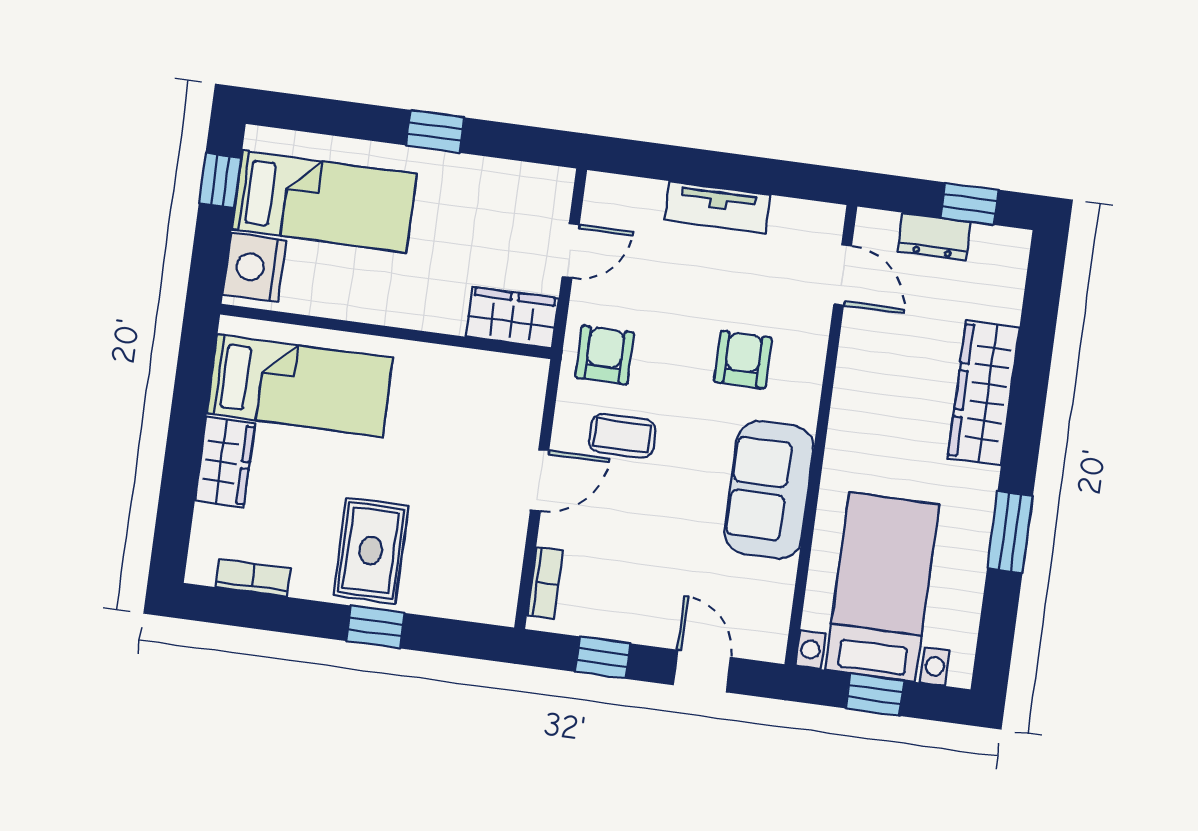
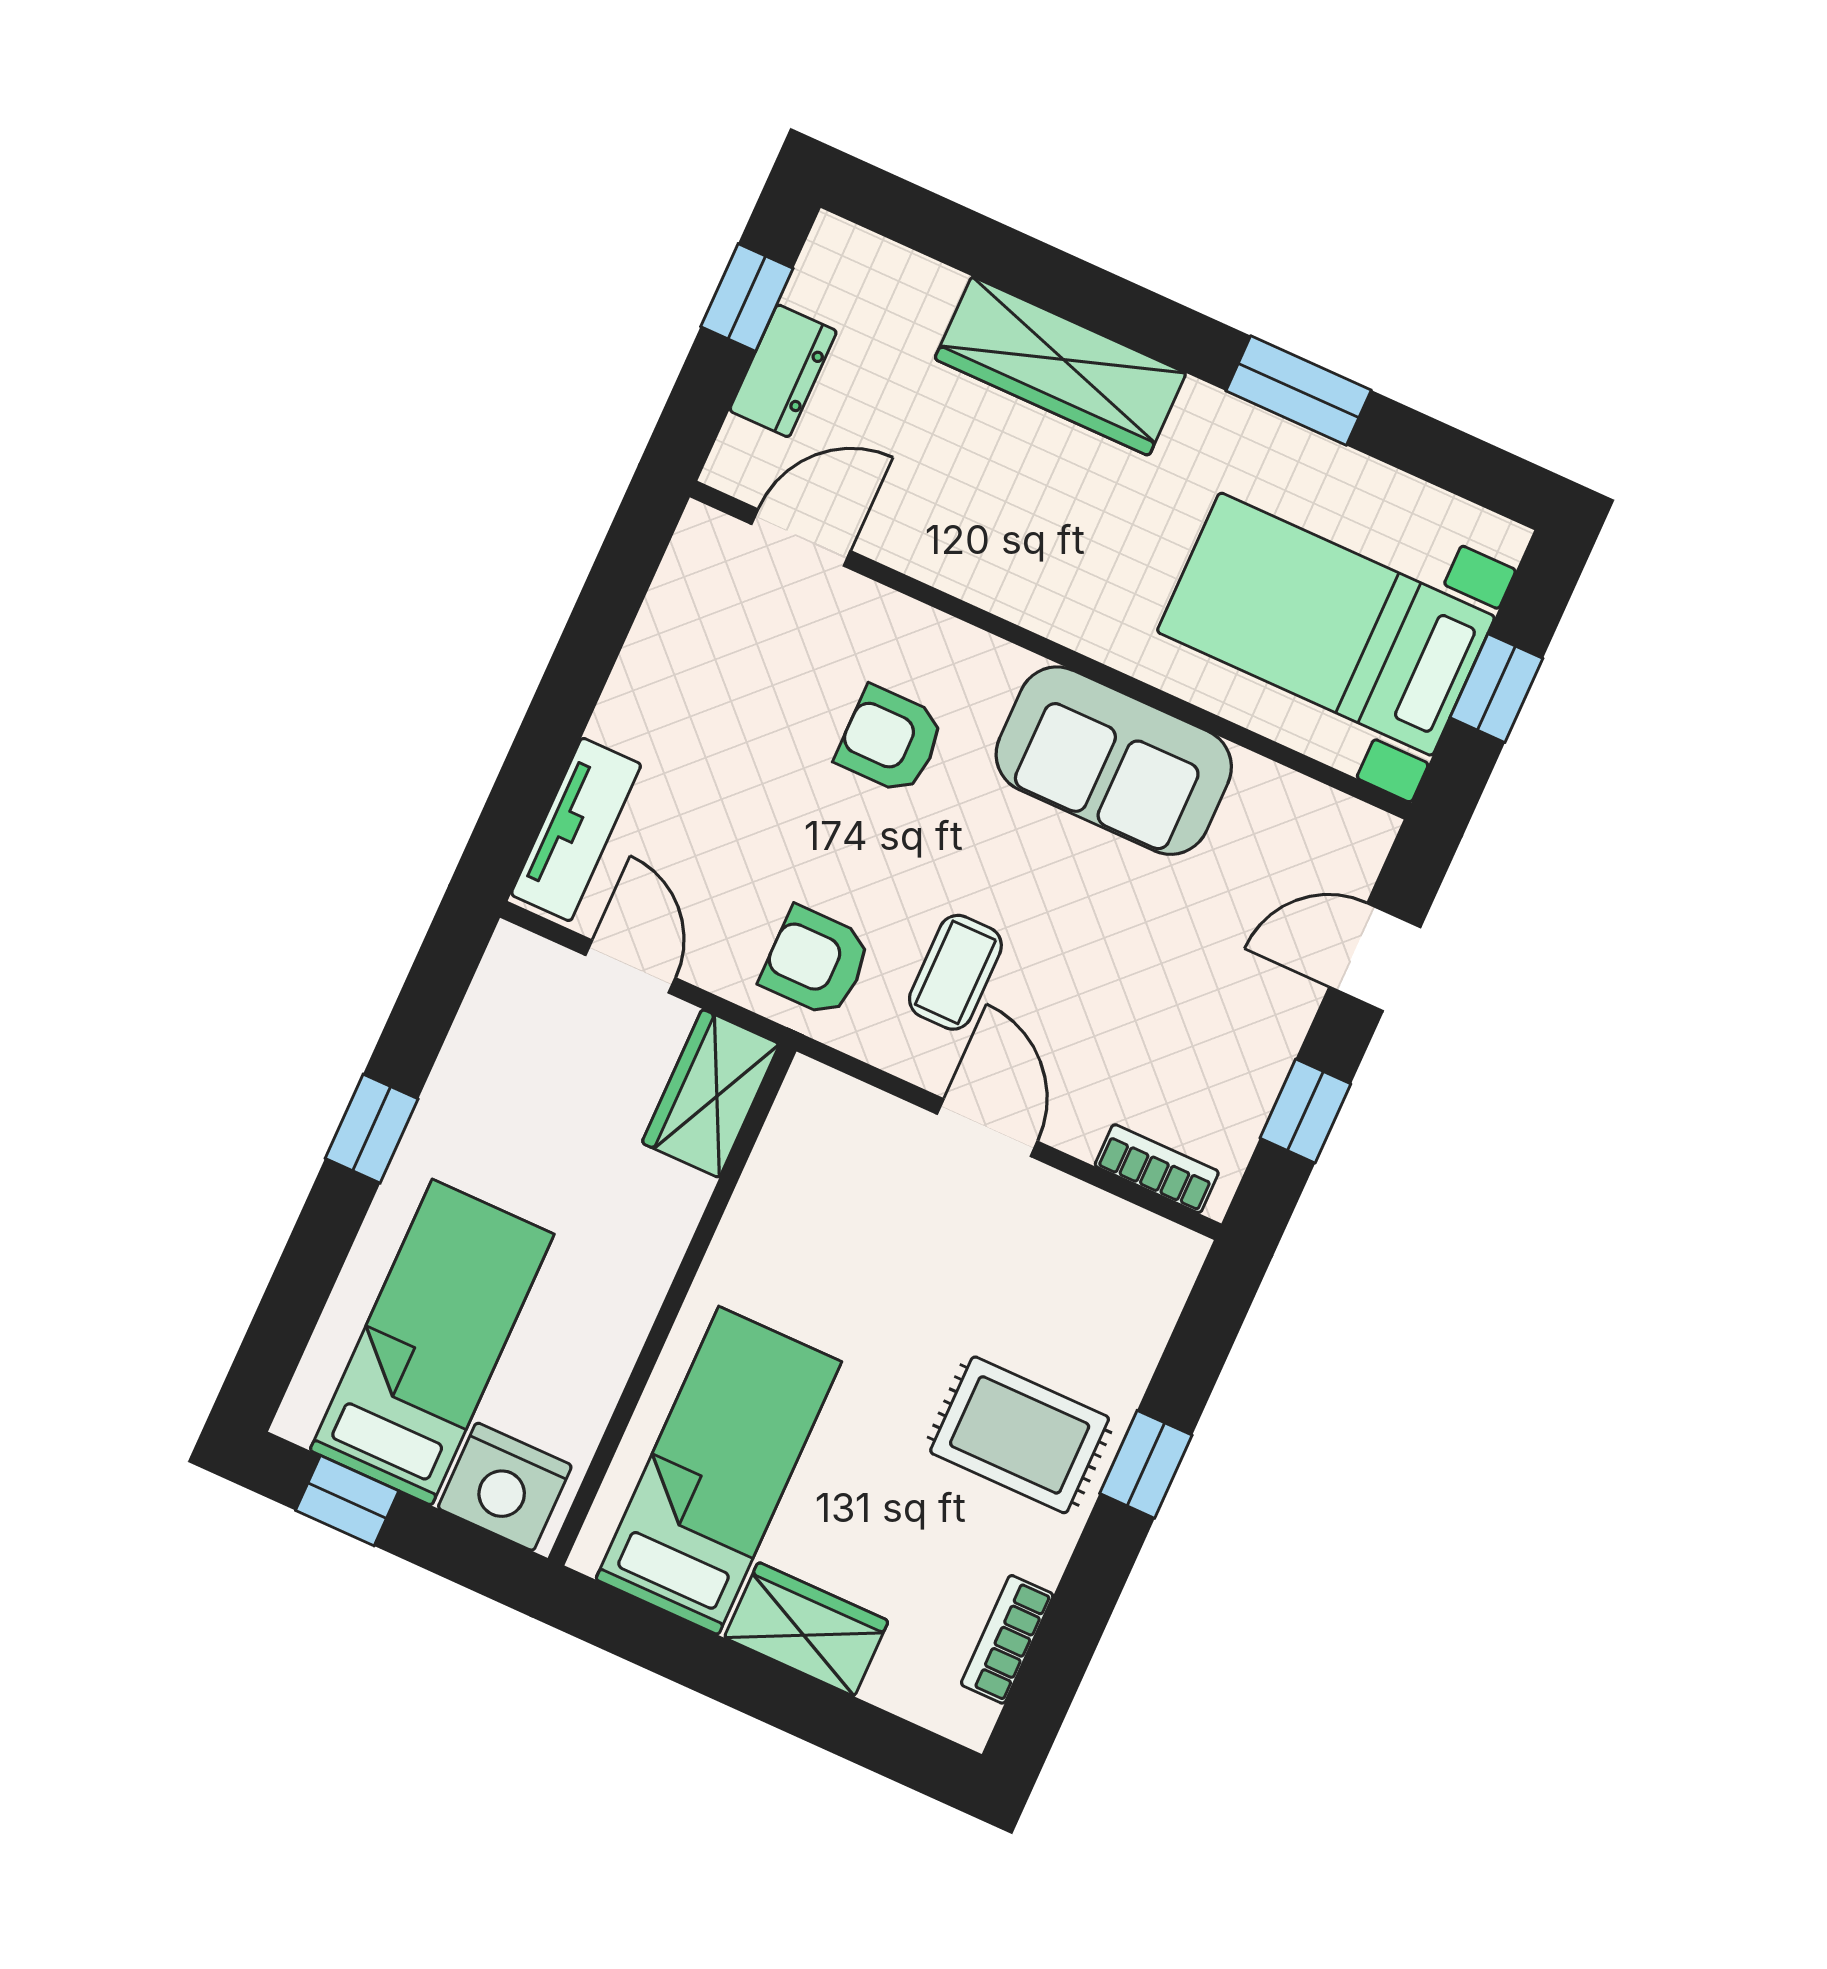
tv unit: (718, 207) -> (576, 829), moved

